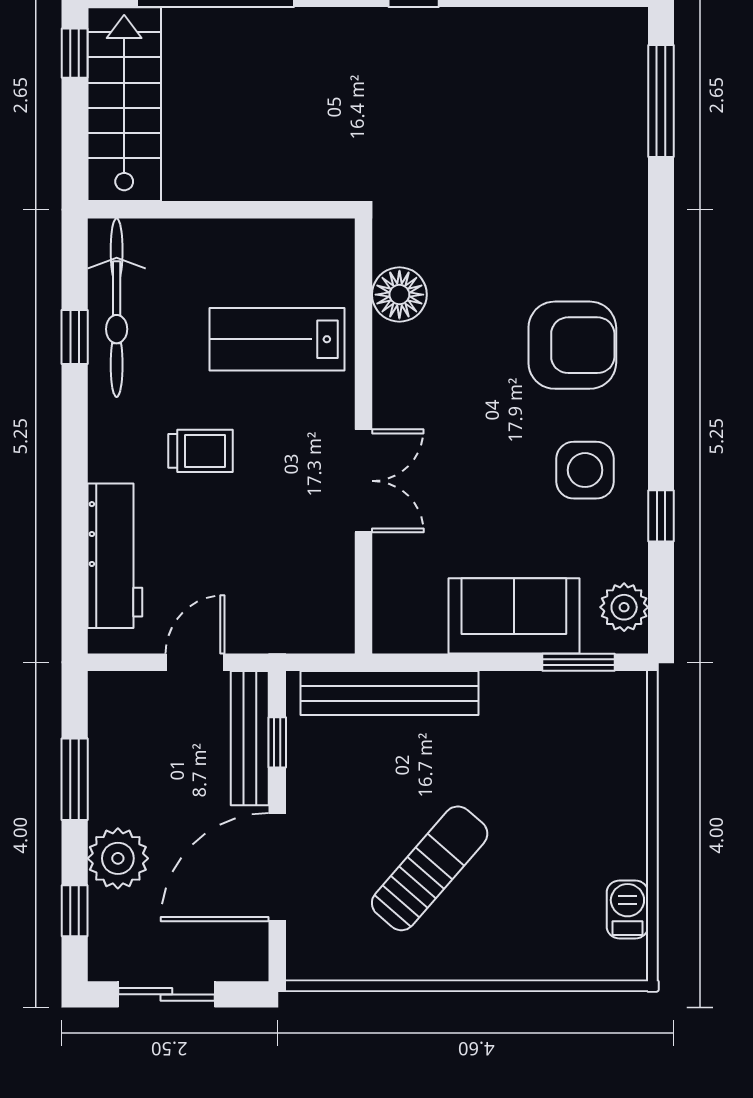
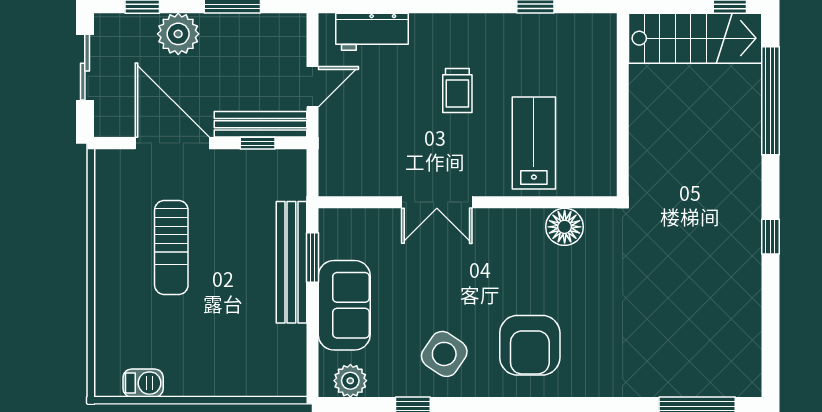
bicycle: (117, 308) -> (556, 33), removed
side table: (585, 470) -> (444, 354), turned 34
workbench: (115, 556) -> (372, 32), width x0.73
door: (195, 662) -> (312, 87), hinge flipped
window: (579, 662) -> (312, 258), moved
bench: (390, 693) -> (291, 262), moved
sun lounger: (430, 868) -> (171, 247), turned 49

